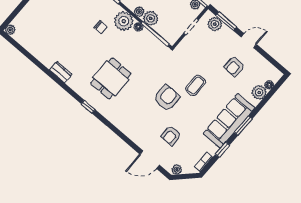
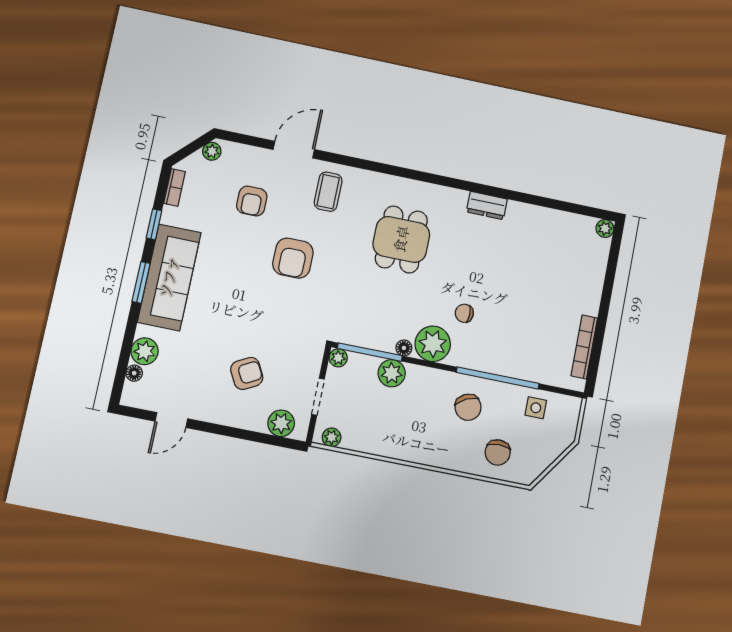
plant: (139, 12) -> (338, 358), moved
window: (226, 21) -> (265, 439), removed
door: (249, 41) -> (171, 420), moved
armchair: (234, 66) -> (247, 373), moved, turned 62
coffee table: (196, 85) -> (328, 192), moved
window: (88, 107) -> (412, 174), removed
armchair: (171, 136) -> (252, 201), turned 180
door: (150, 160) -> (294, 150), moved

